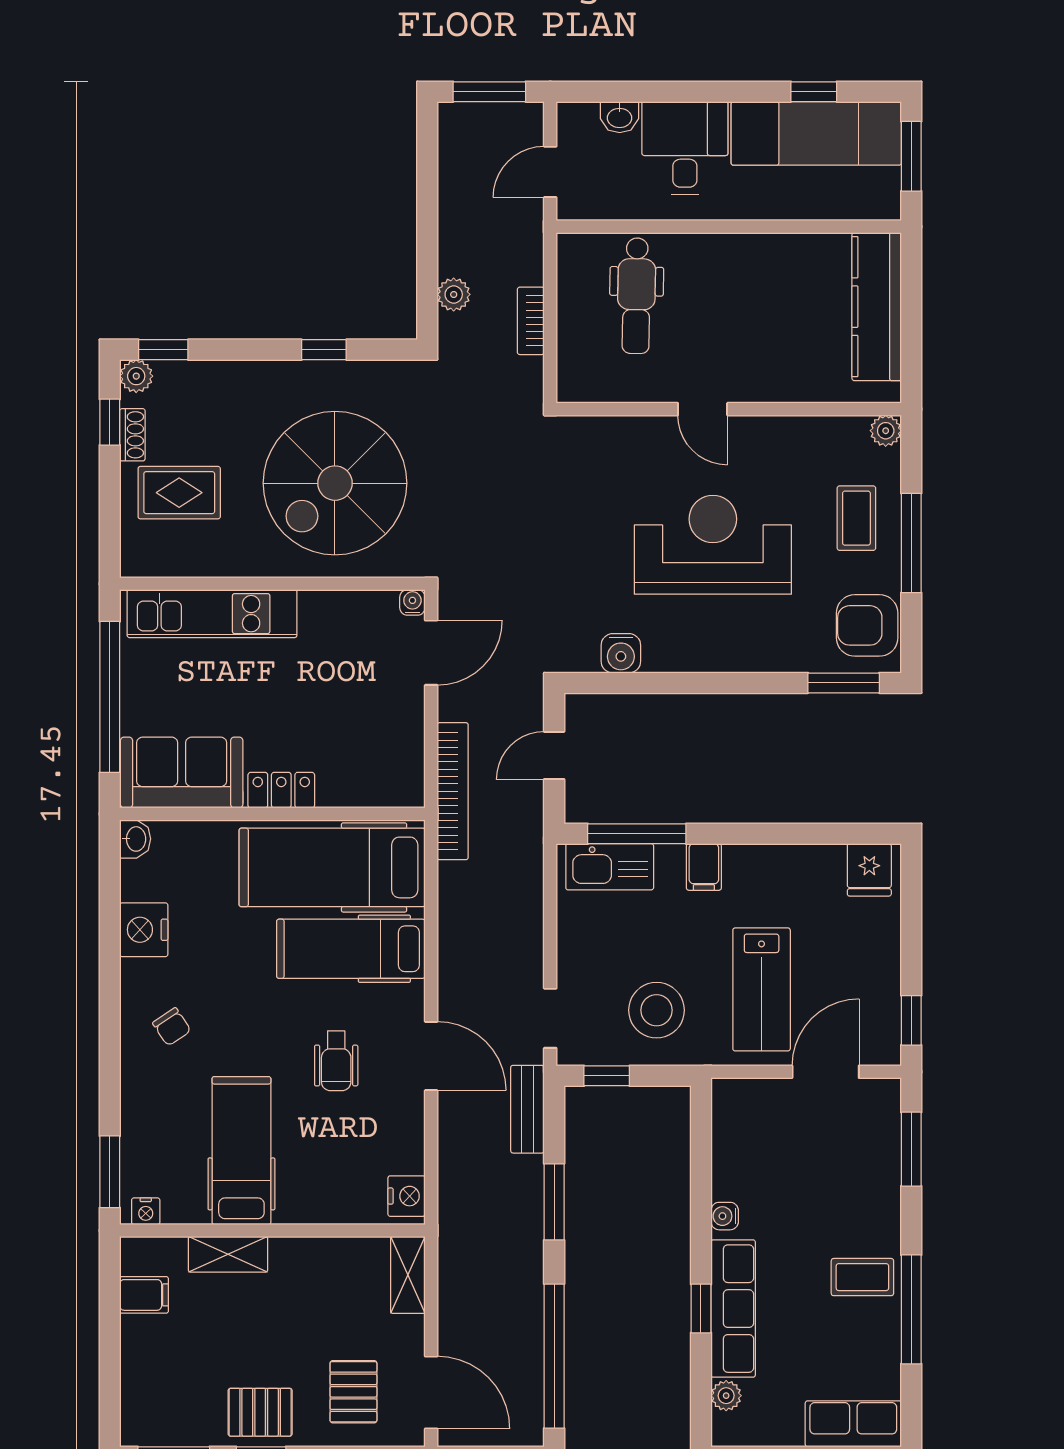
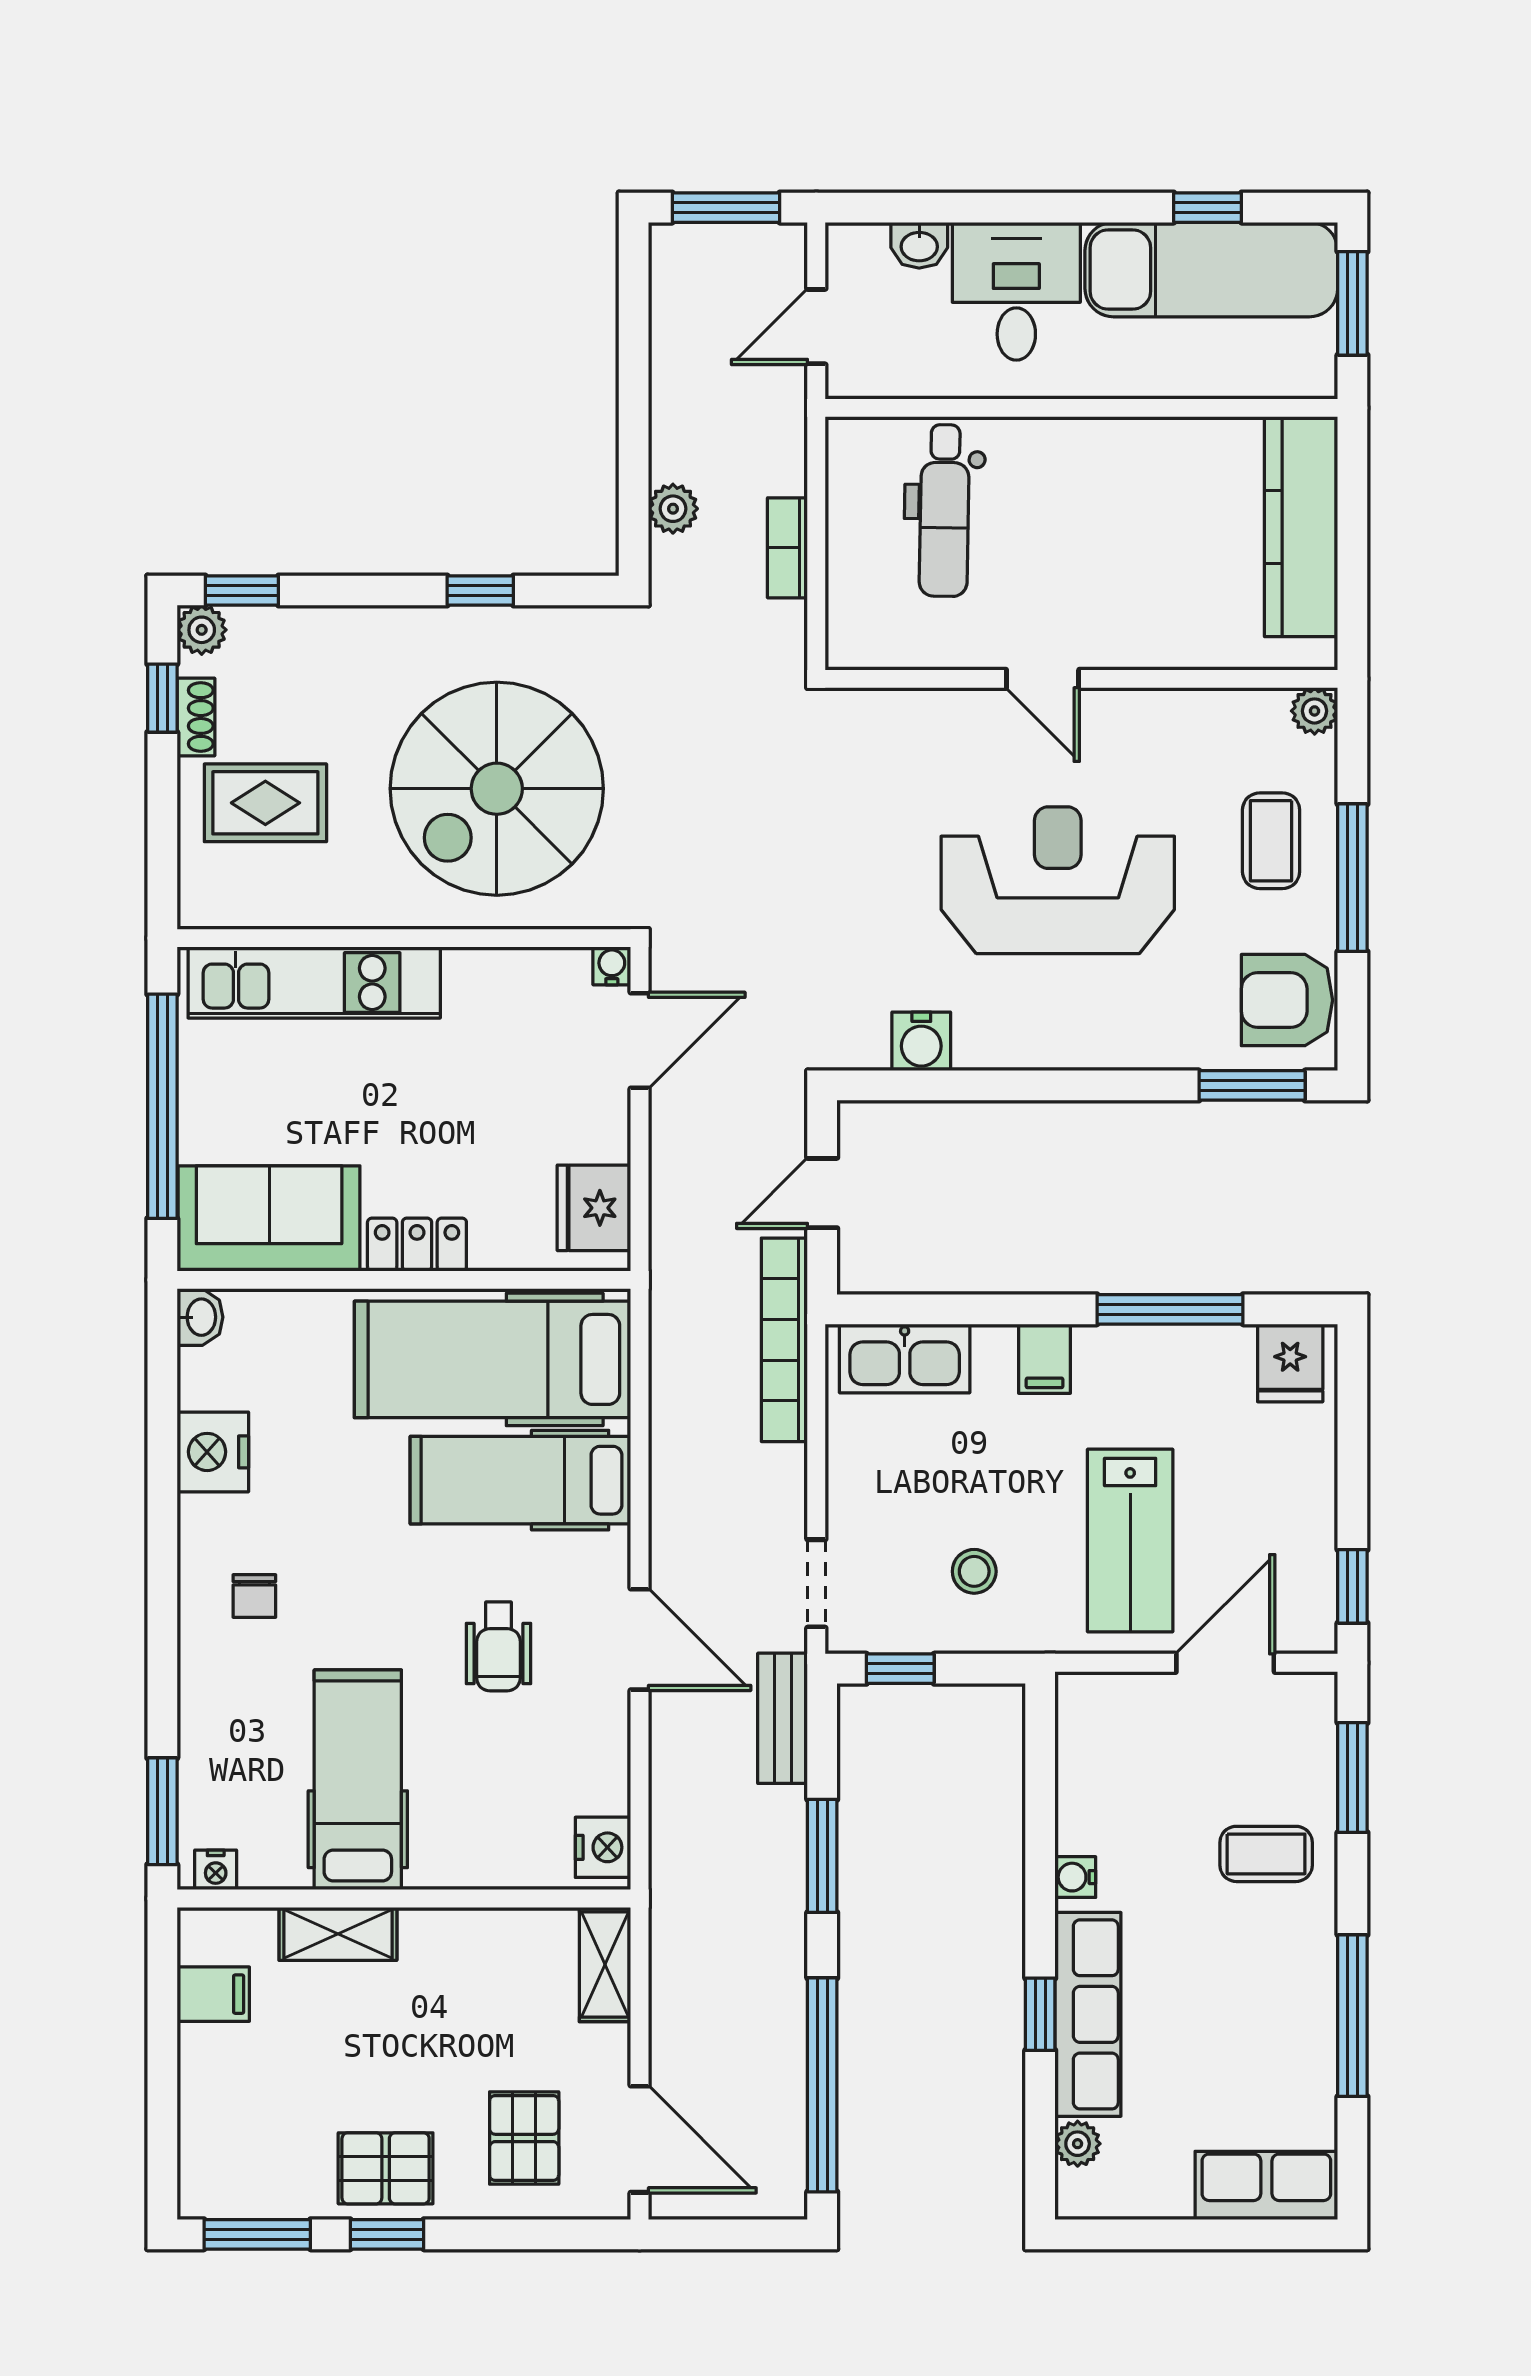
fridge: (400, 765) -> (594, 1208), added
bookcase: (453, 791) -> (784, 1340), moved, turned 180
window: (637, 834) -> (1170, 1309), moved
stool: (657, 1010) -> (974, 1571), width x0.53, depth x0.53
chair: (172, 1027) -> (254, 1596), turned 34
coffee table: (862, 1277) -> (1266, 1854), moved

